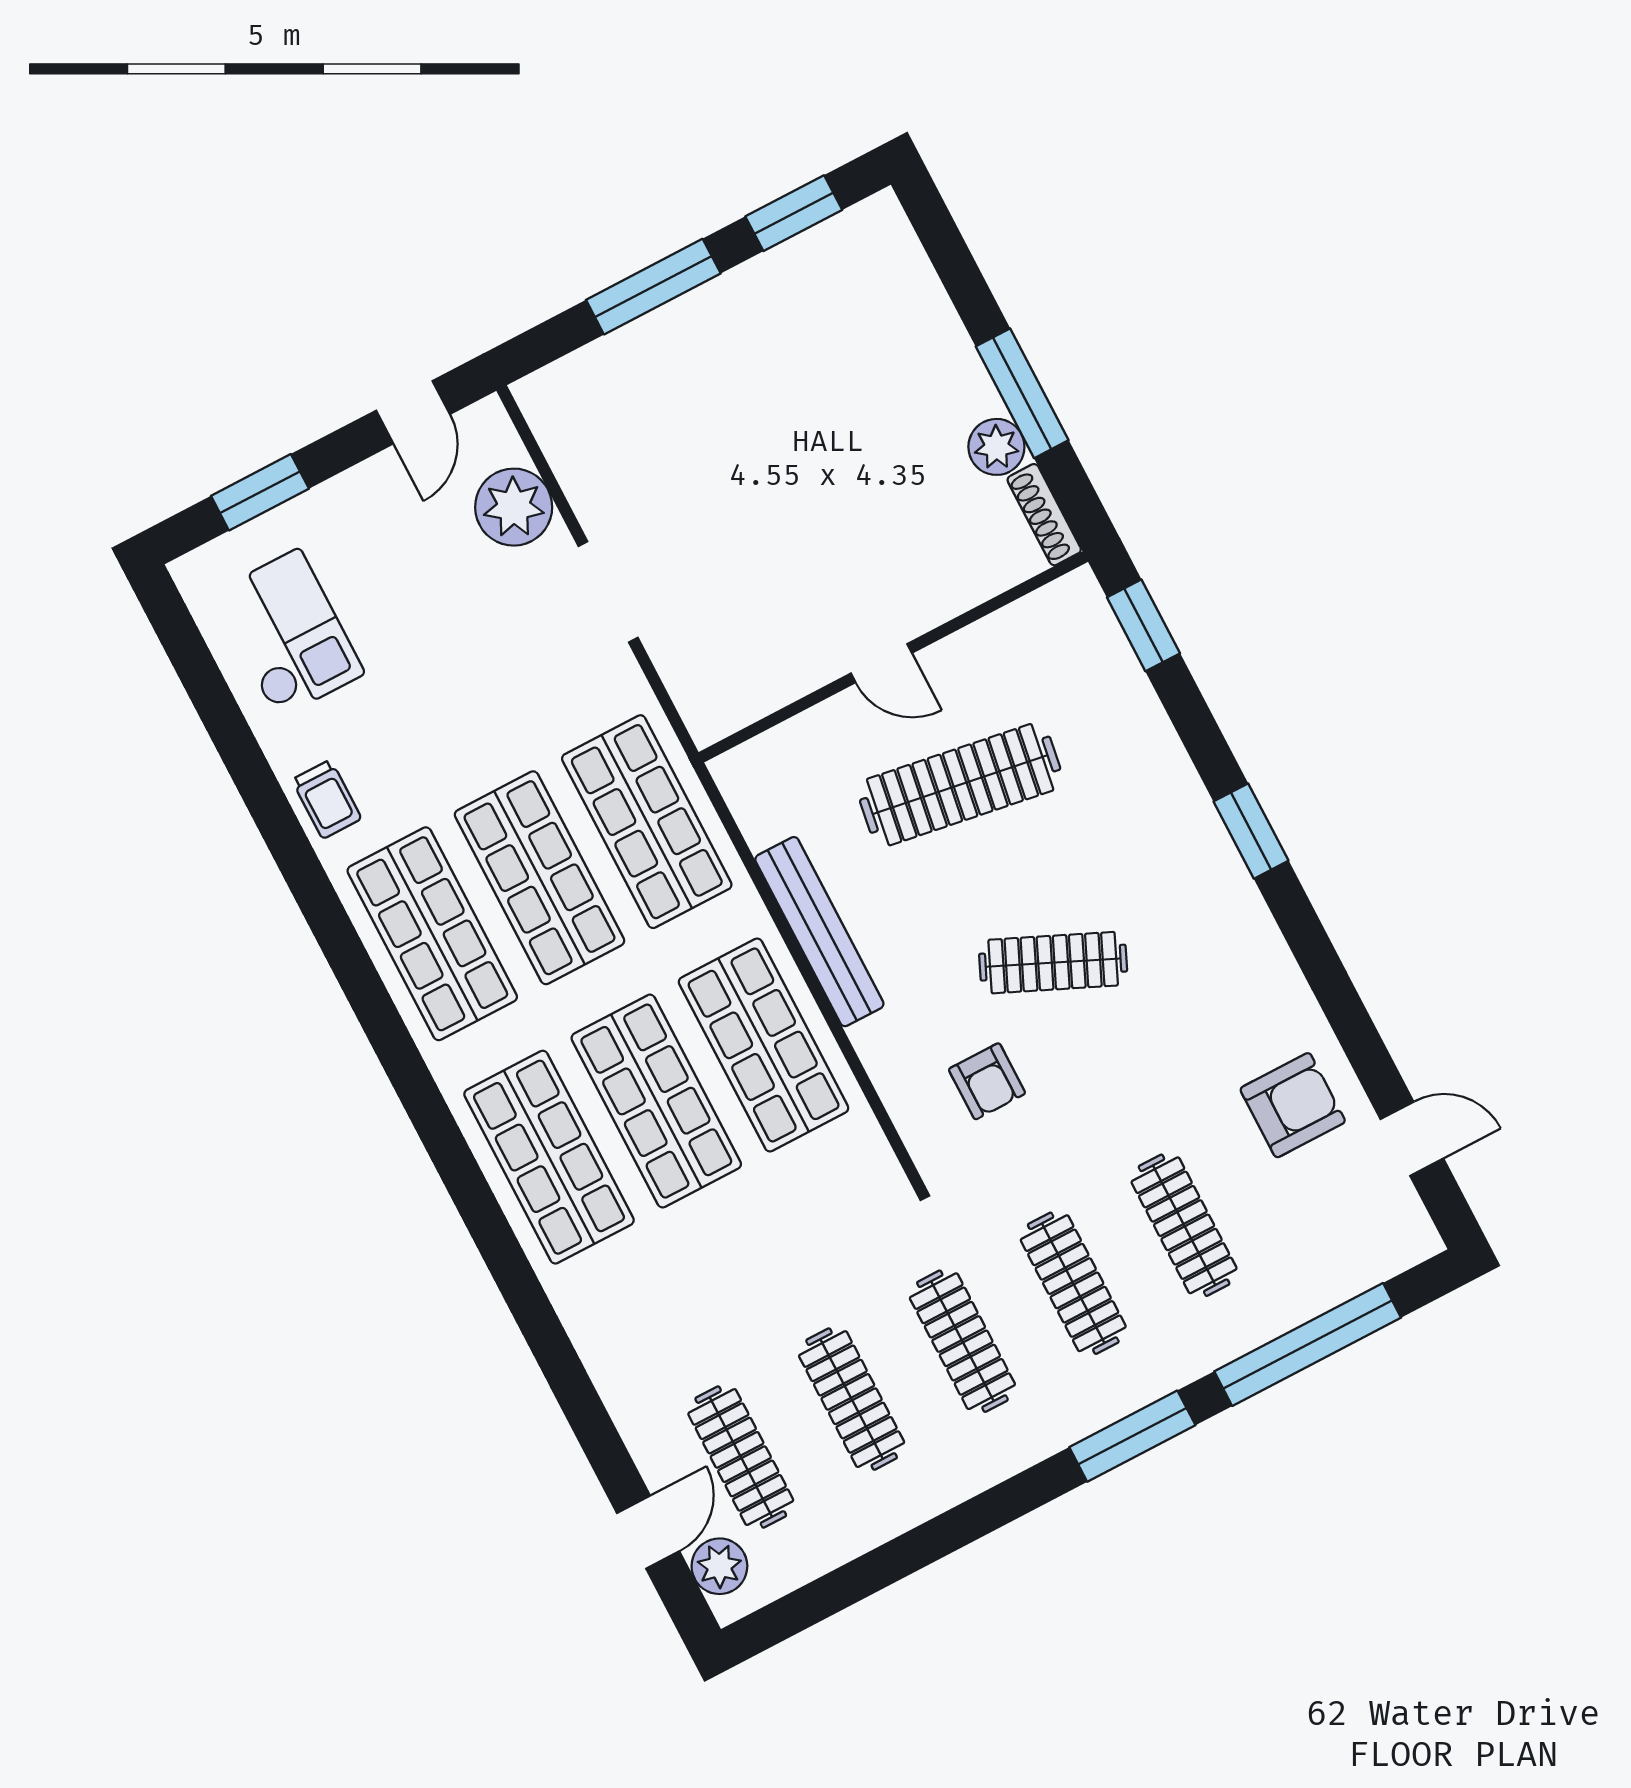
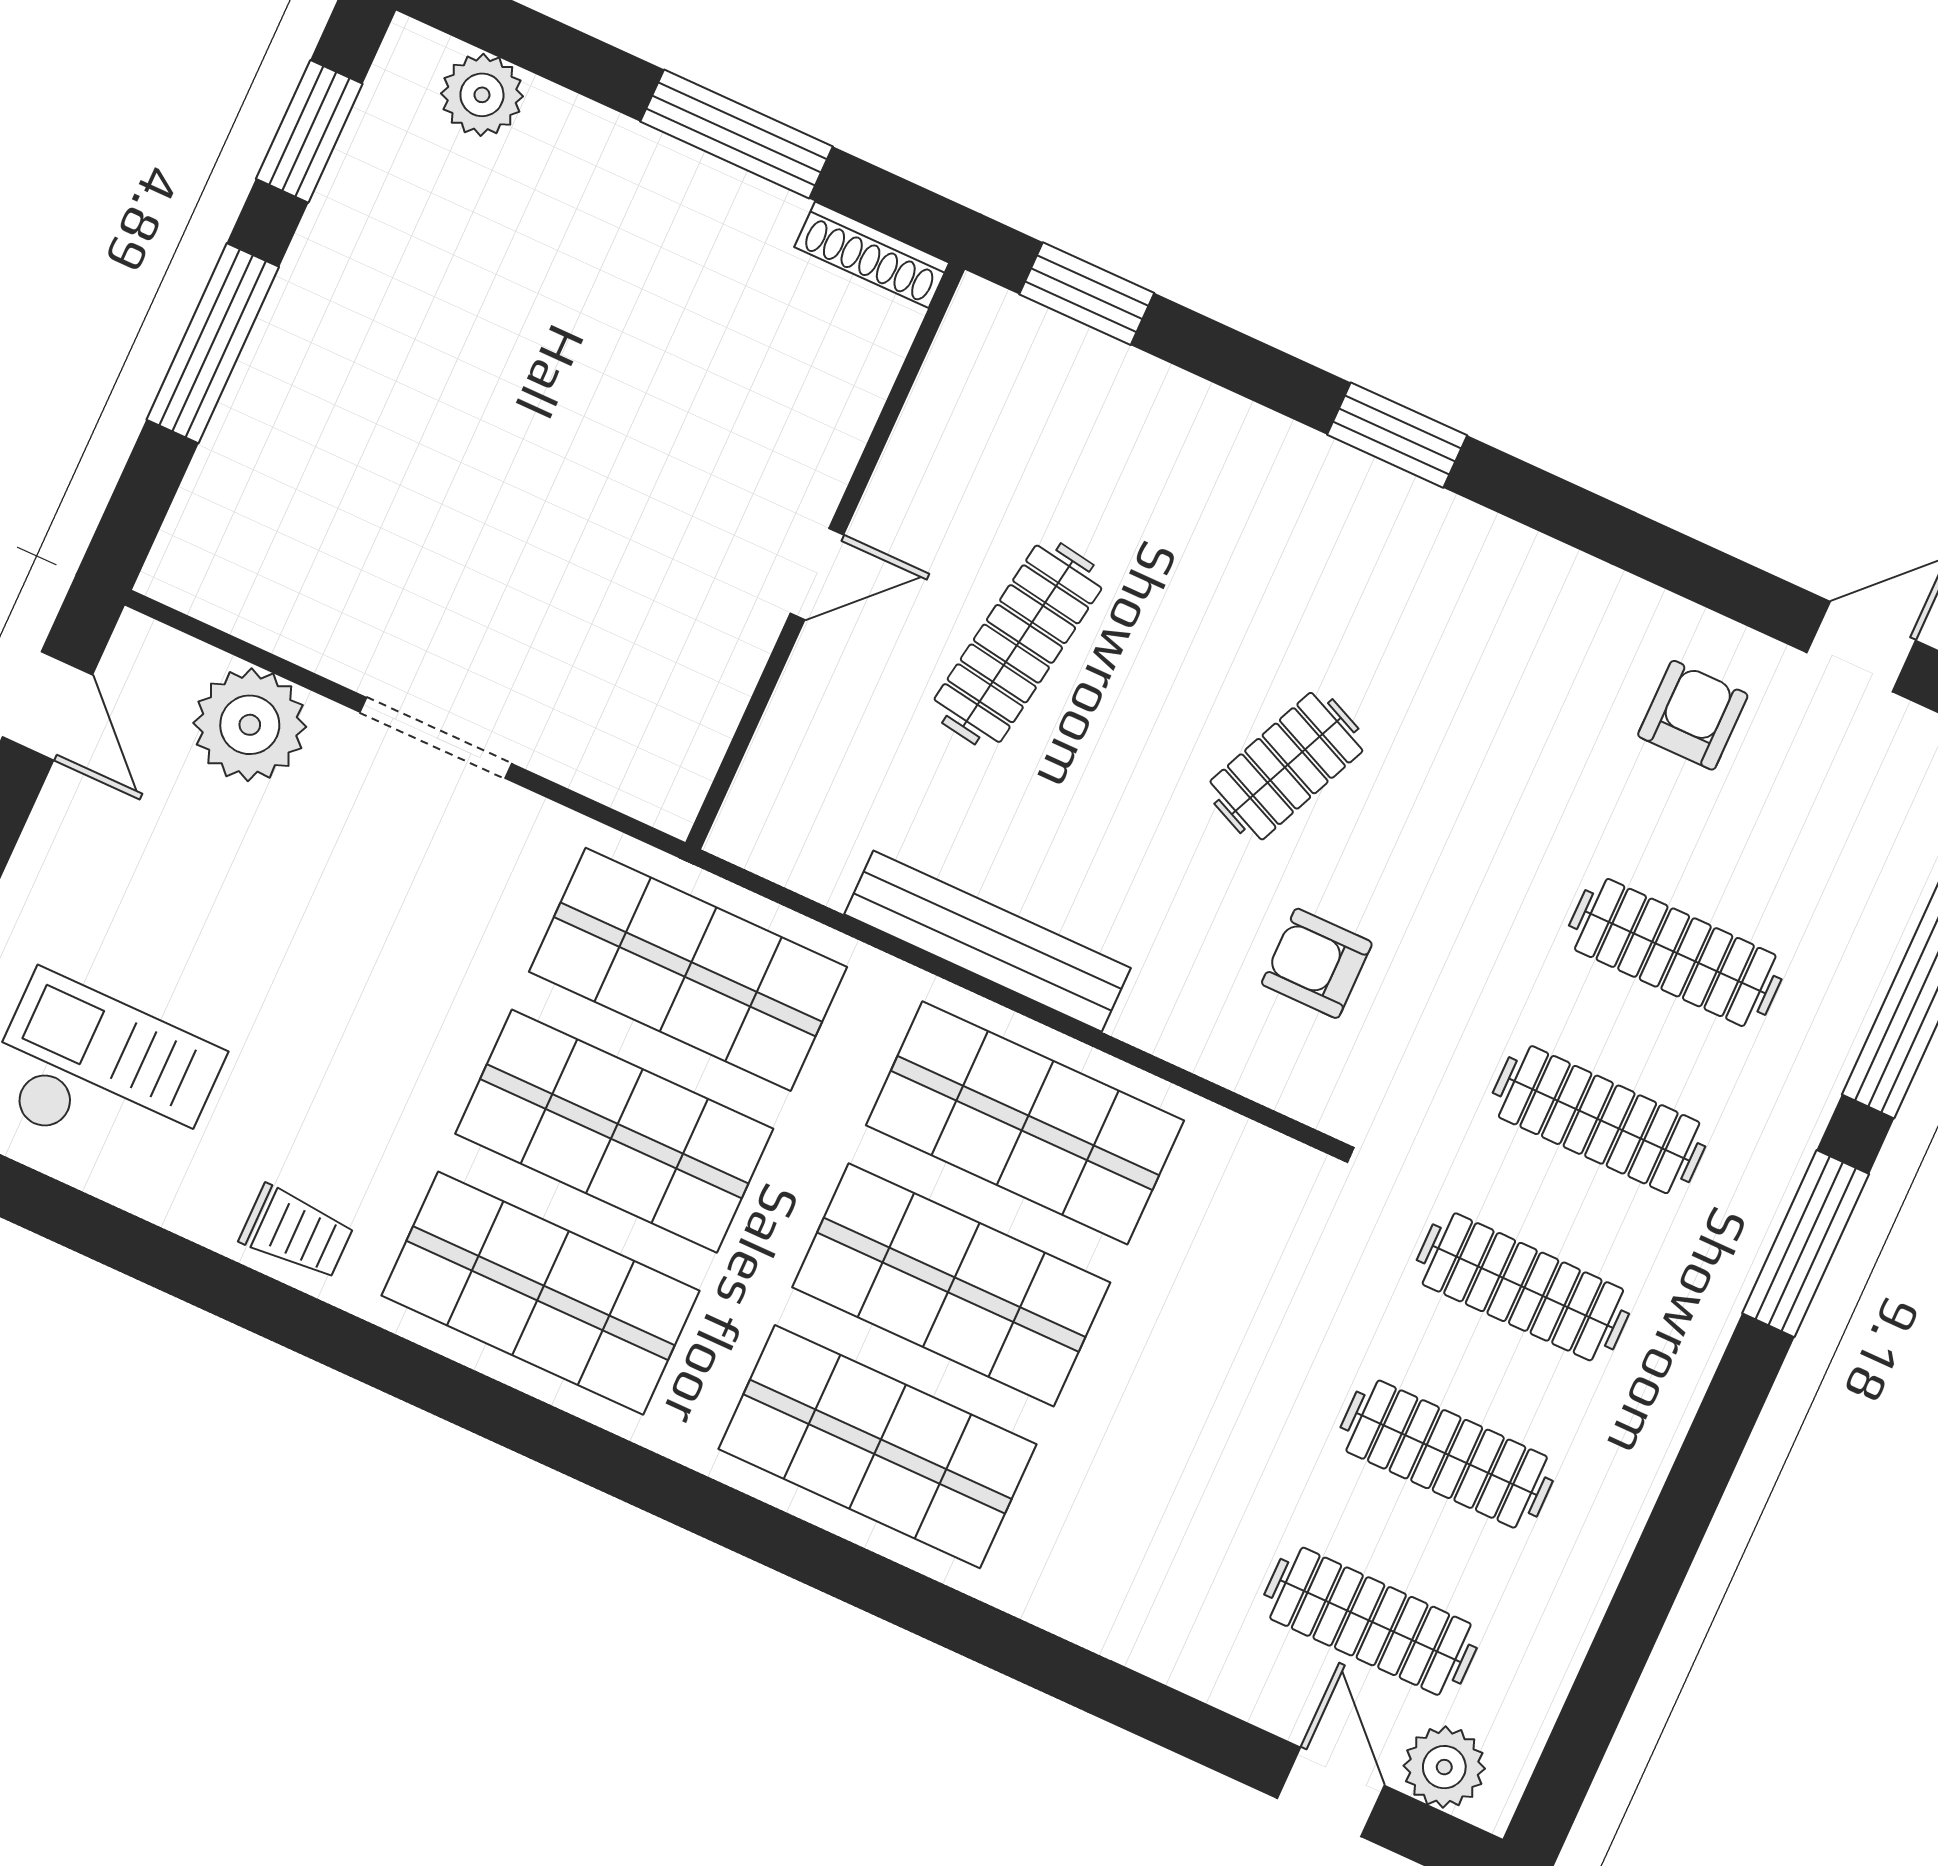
plant: (996, 447) -> (482, 95), moved
clothes rail: (960, 785) -> (1018, 644), width x0.73, depth x0.76
clothes rail: (1053, 963) -> (1286, 766), width x0.73
armchair: (987, 1081) -> (1317, 963), turned 180
armchair: (1293, 1105) -> (1693, 715), width x0.72, depth x0.72

